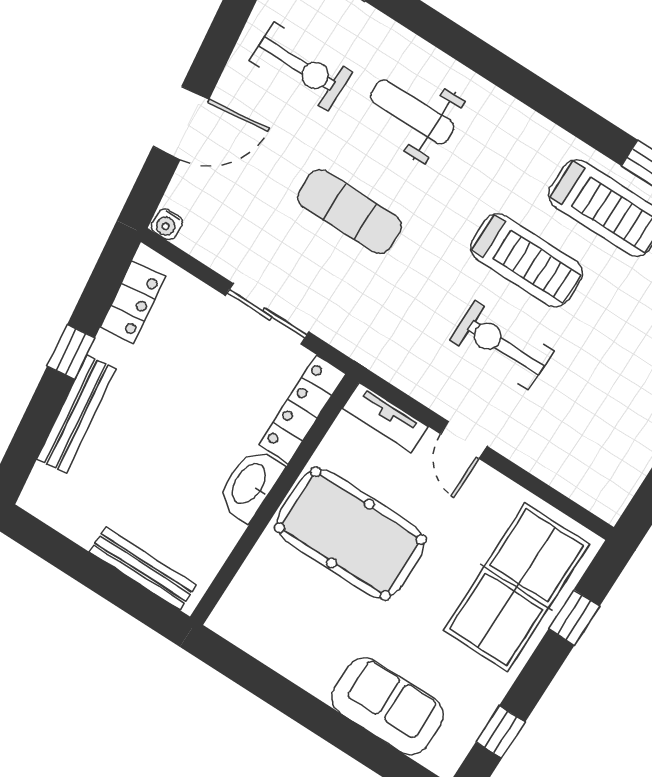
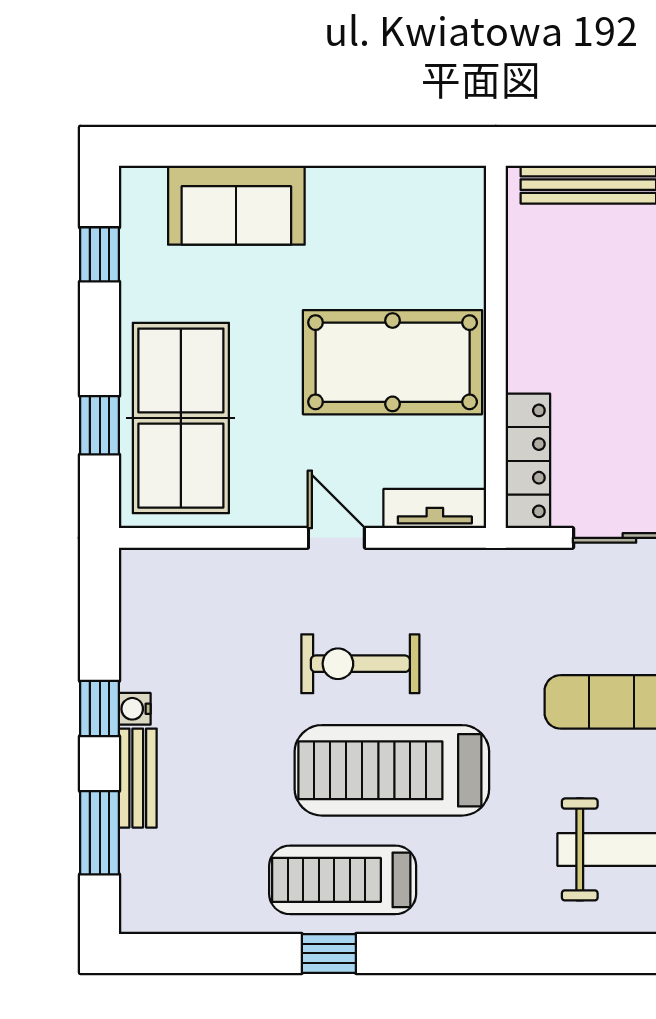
treadmill: (527, 260) -> (392, 770), width x1.37, depth x1.38
exercise bike: (502, 345) -> (360, 664), turned 180
washbasin: (250, 484) -> (532, 346), removed

